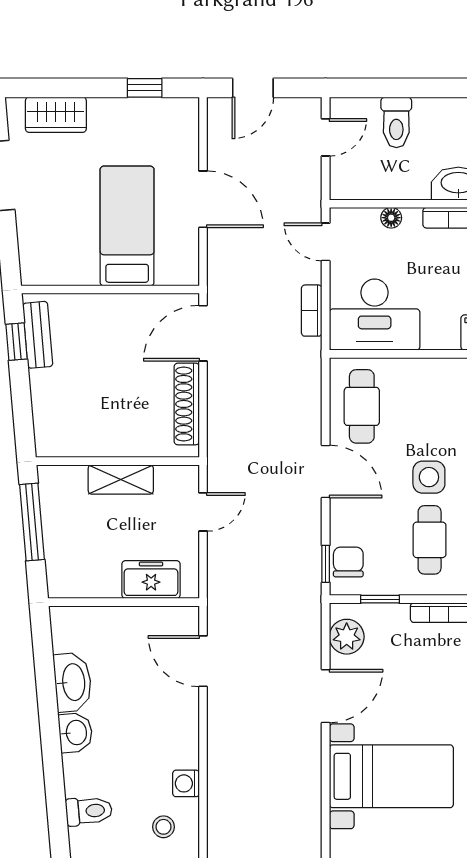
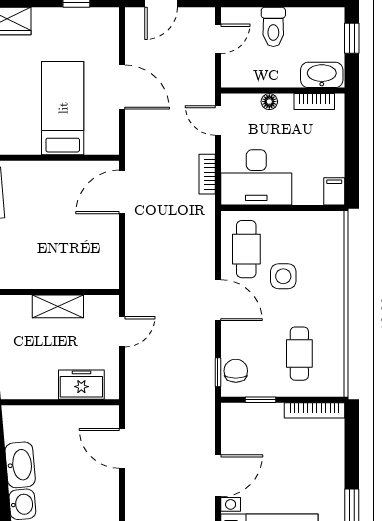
shoe rack: (187, 404) -> (109, 247), removed
side table: (429, 477) -> (283, 276), moved
plant: (347, 637) -> (234, 429), removed

